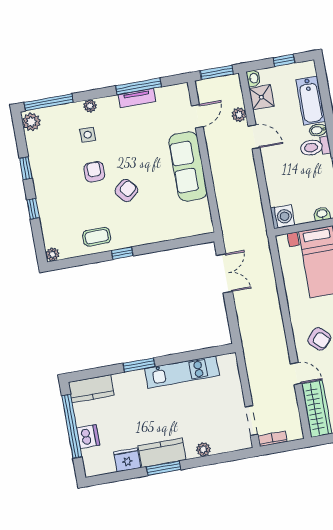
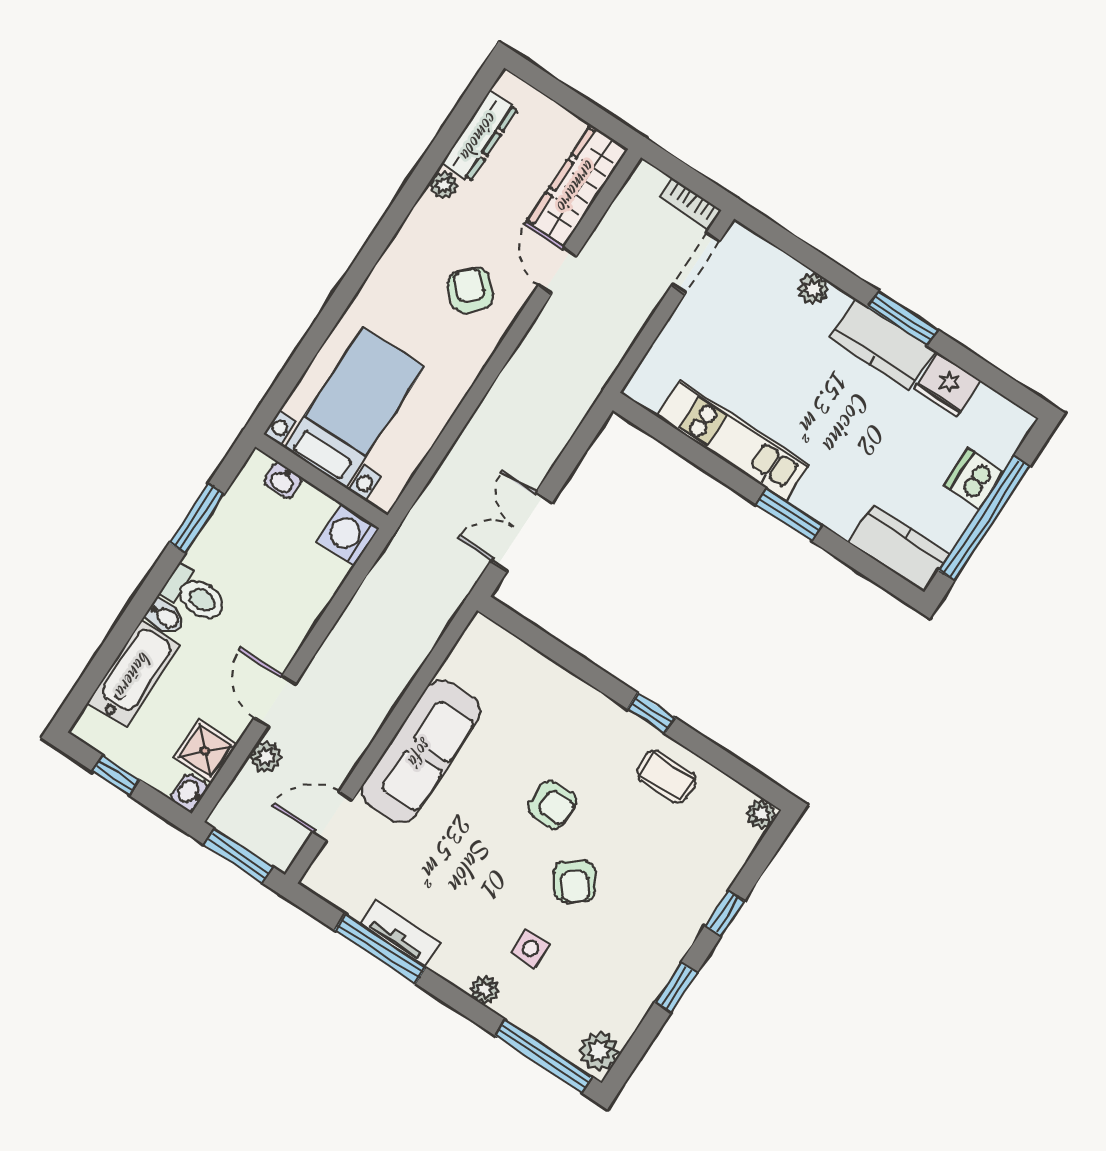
armchair: (94, 172) -> (575, 881), turned -35
armchair: (126, 191) -> (552, 805), turned -141

